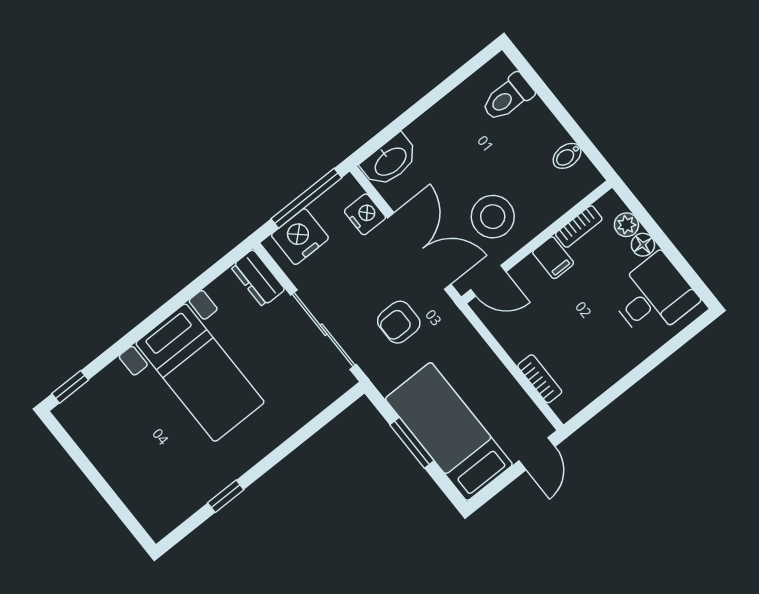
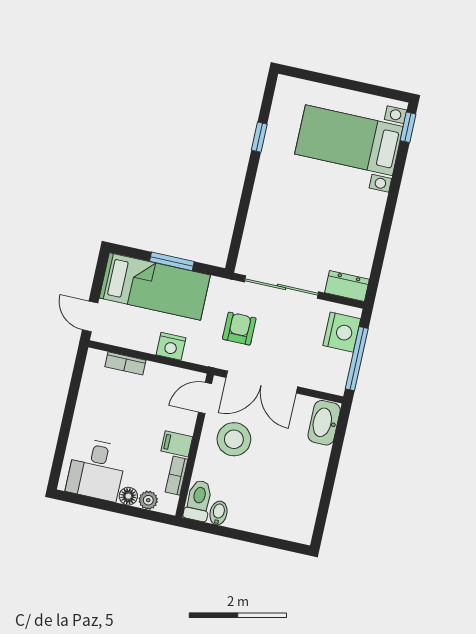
toilet: (508, 97) -> (198, 501), moved
nightstand: (365, 214) -> (171, 346), moved
bed with nightstands: (200, 373) -> (349, 140), moved

